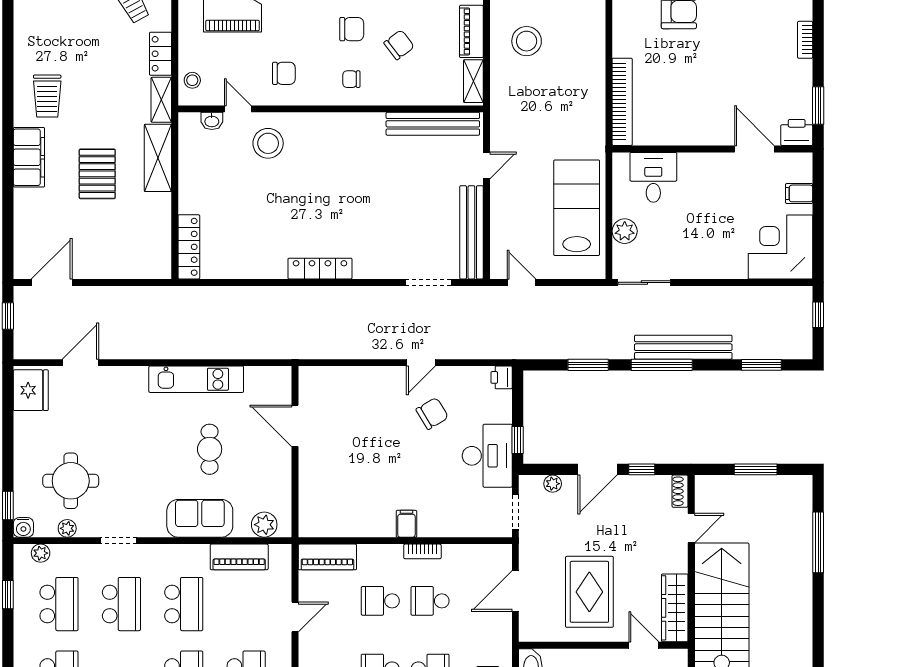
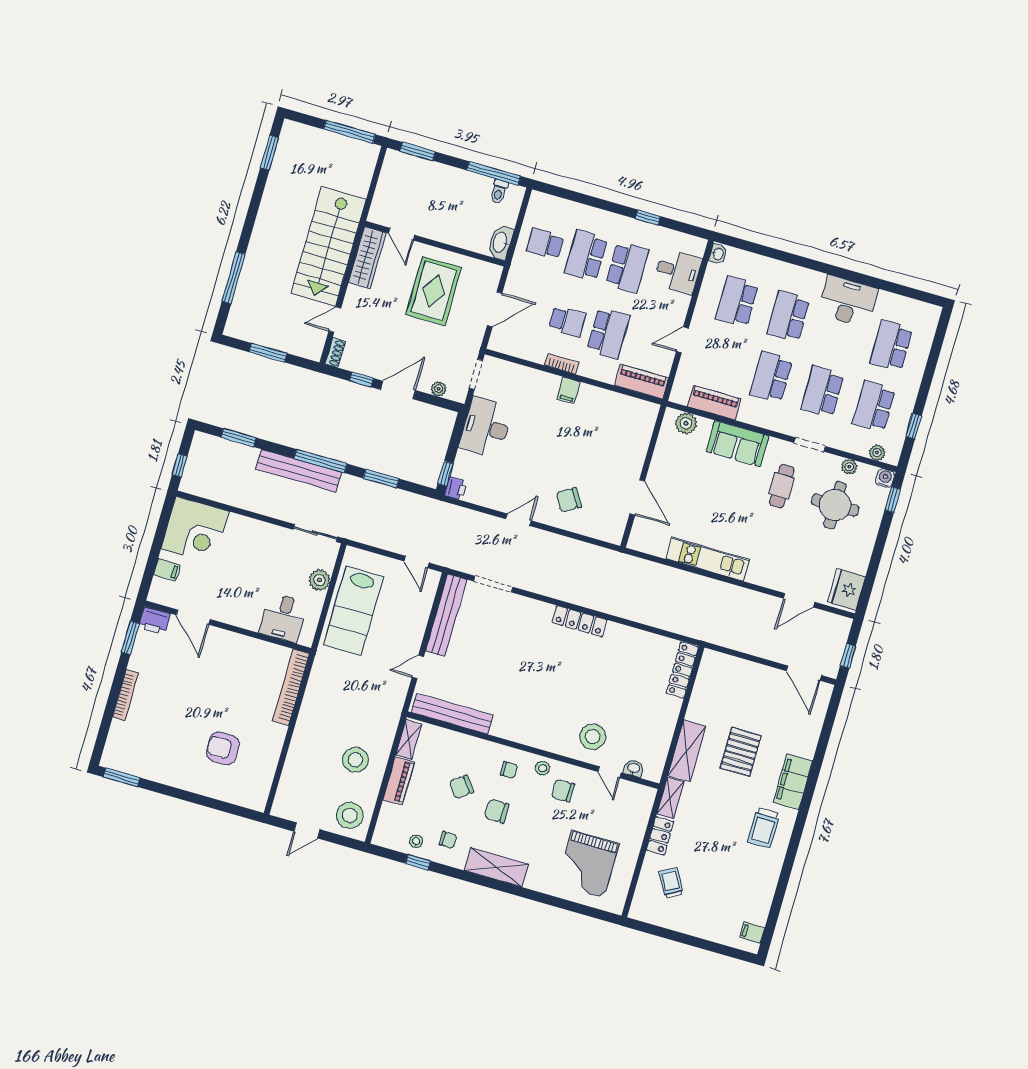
bookcase: (805, 40) -> (126, 695), width x1.56
stool: (192, 80) -> (542, 768), moved
trolley: (47, 96) -> (764, 828), turned 180
door: (52, 282) -> (804, 673), hinge flipped
chair: (432, 413) -> (569, 500), moved
window: (518, 440) -> (445, 474), moved
cafe table: (210, 449) -> (782, 486), moved
school desk: (380, 601) -> (608, 333), width x1.85

